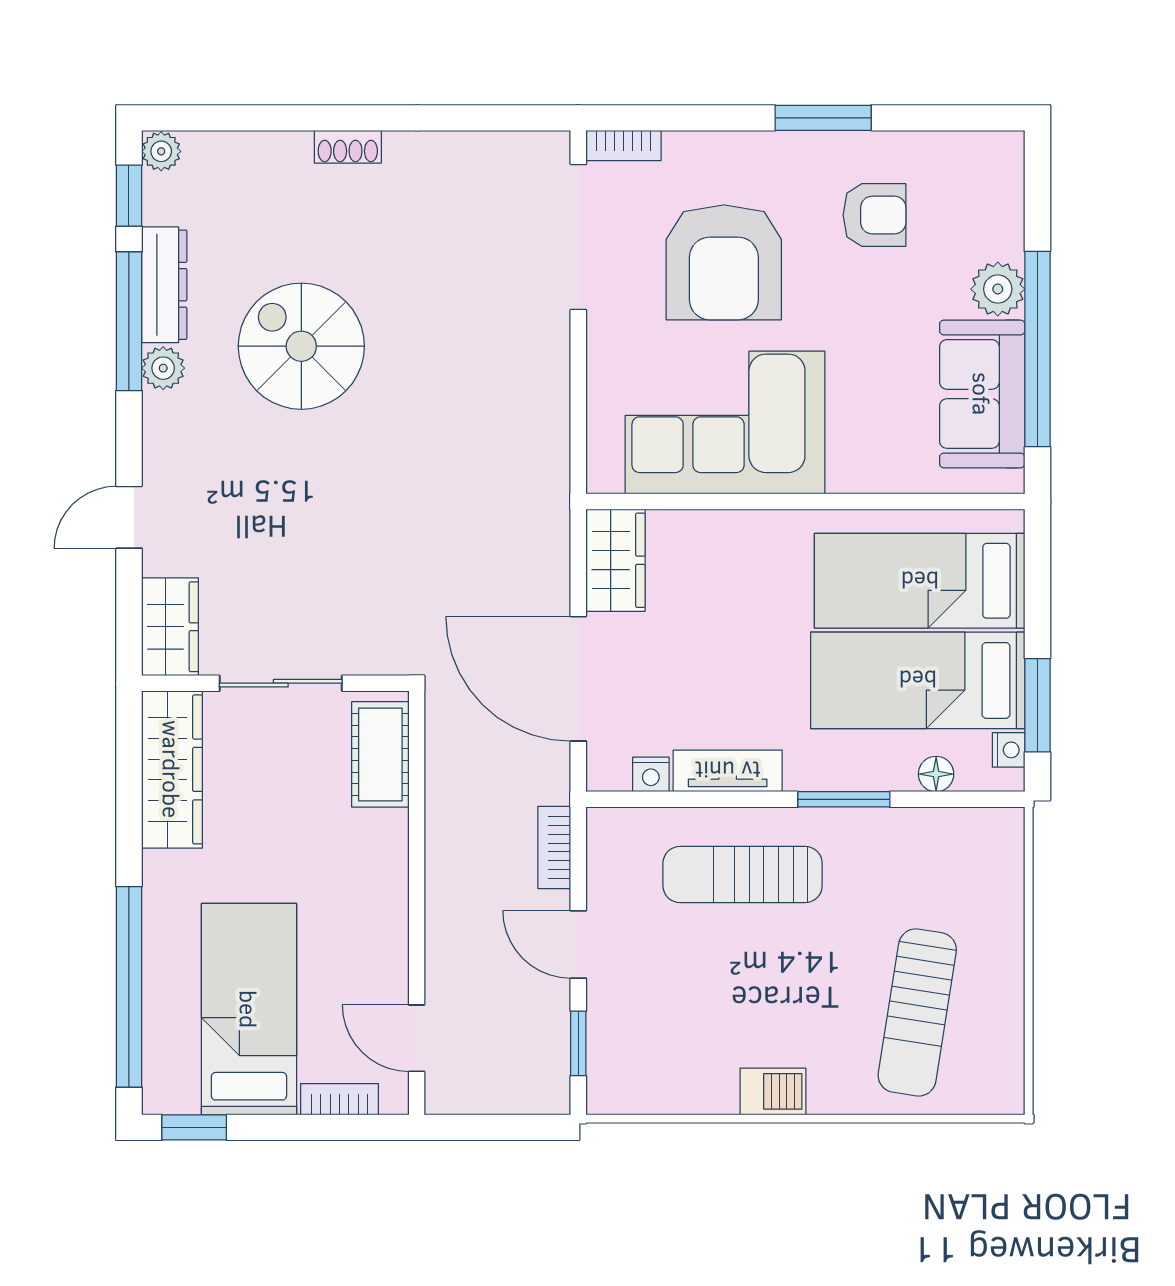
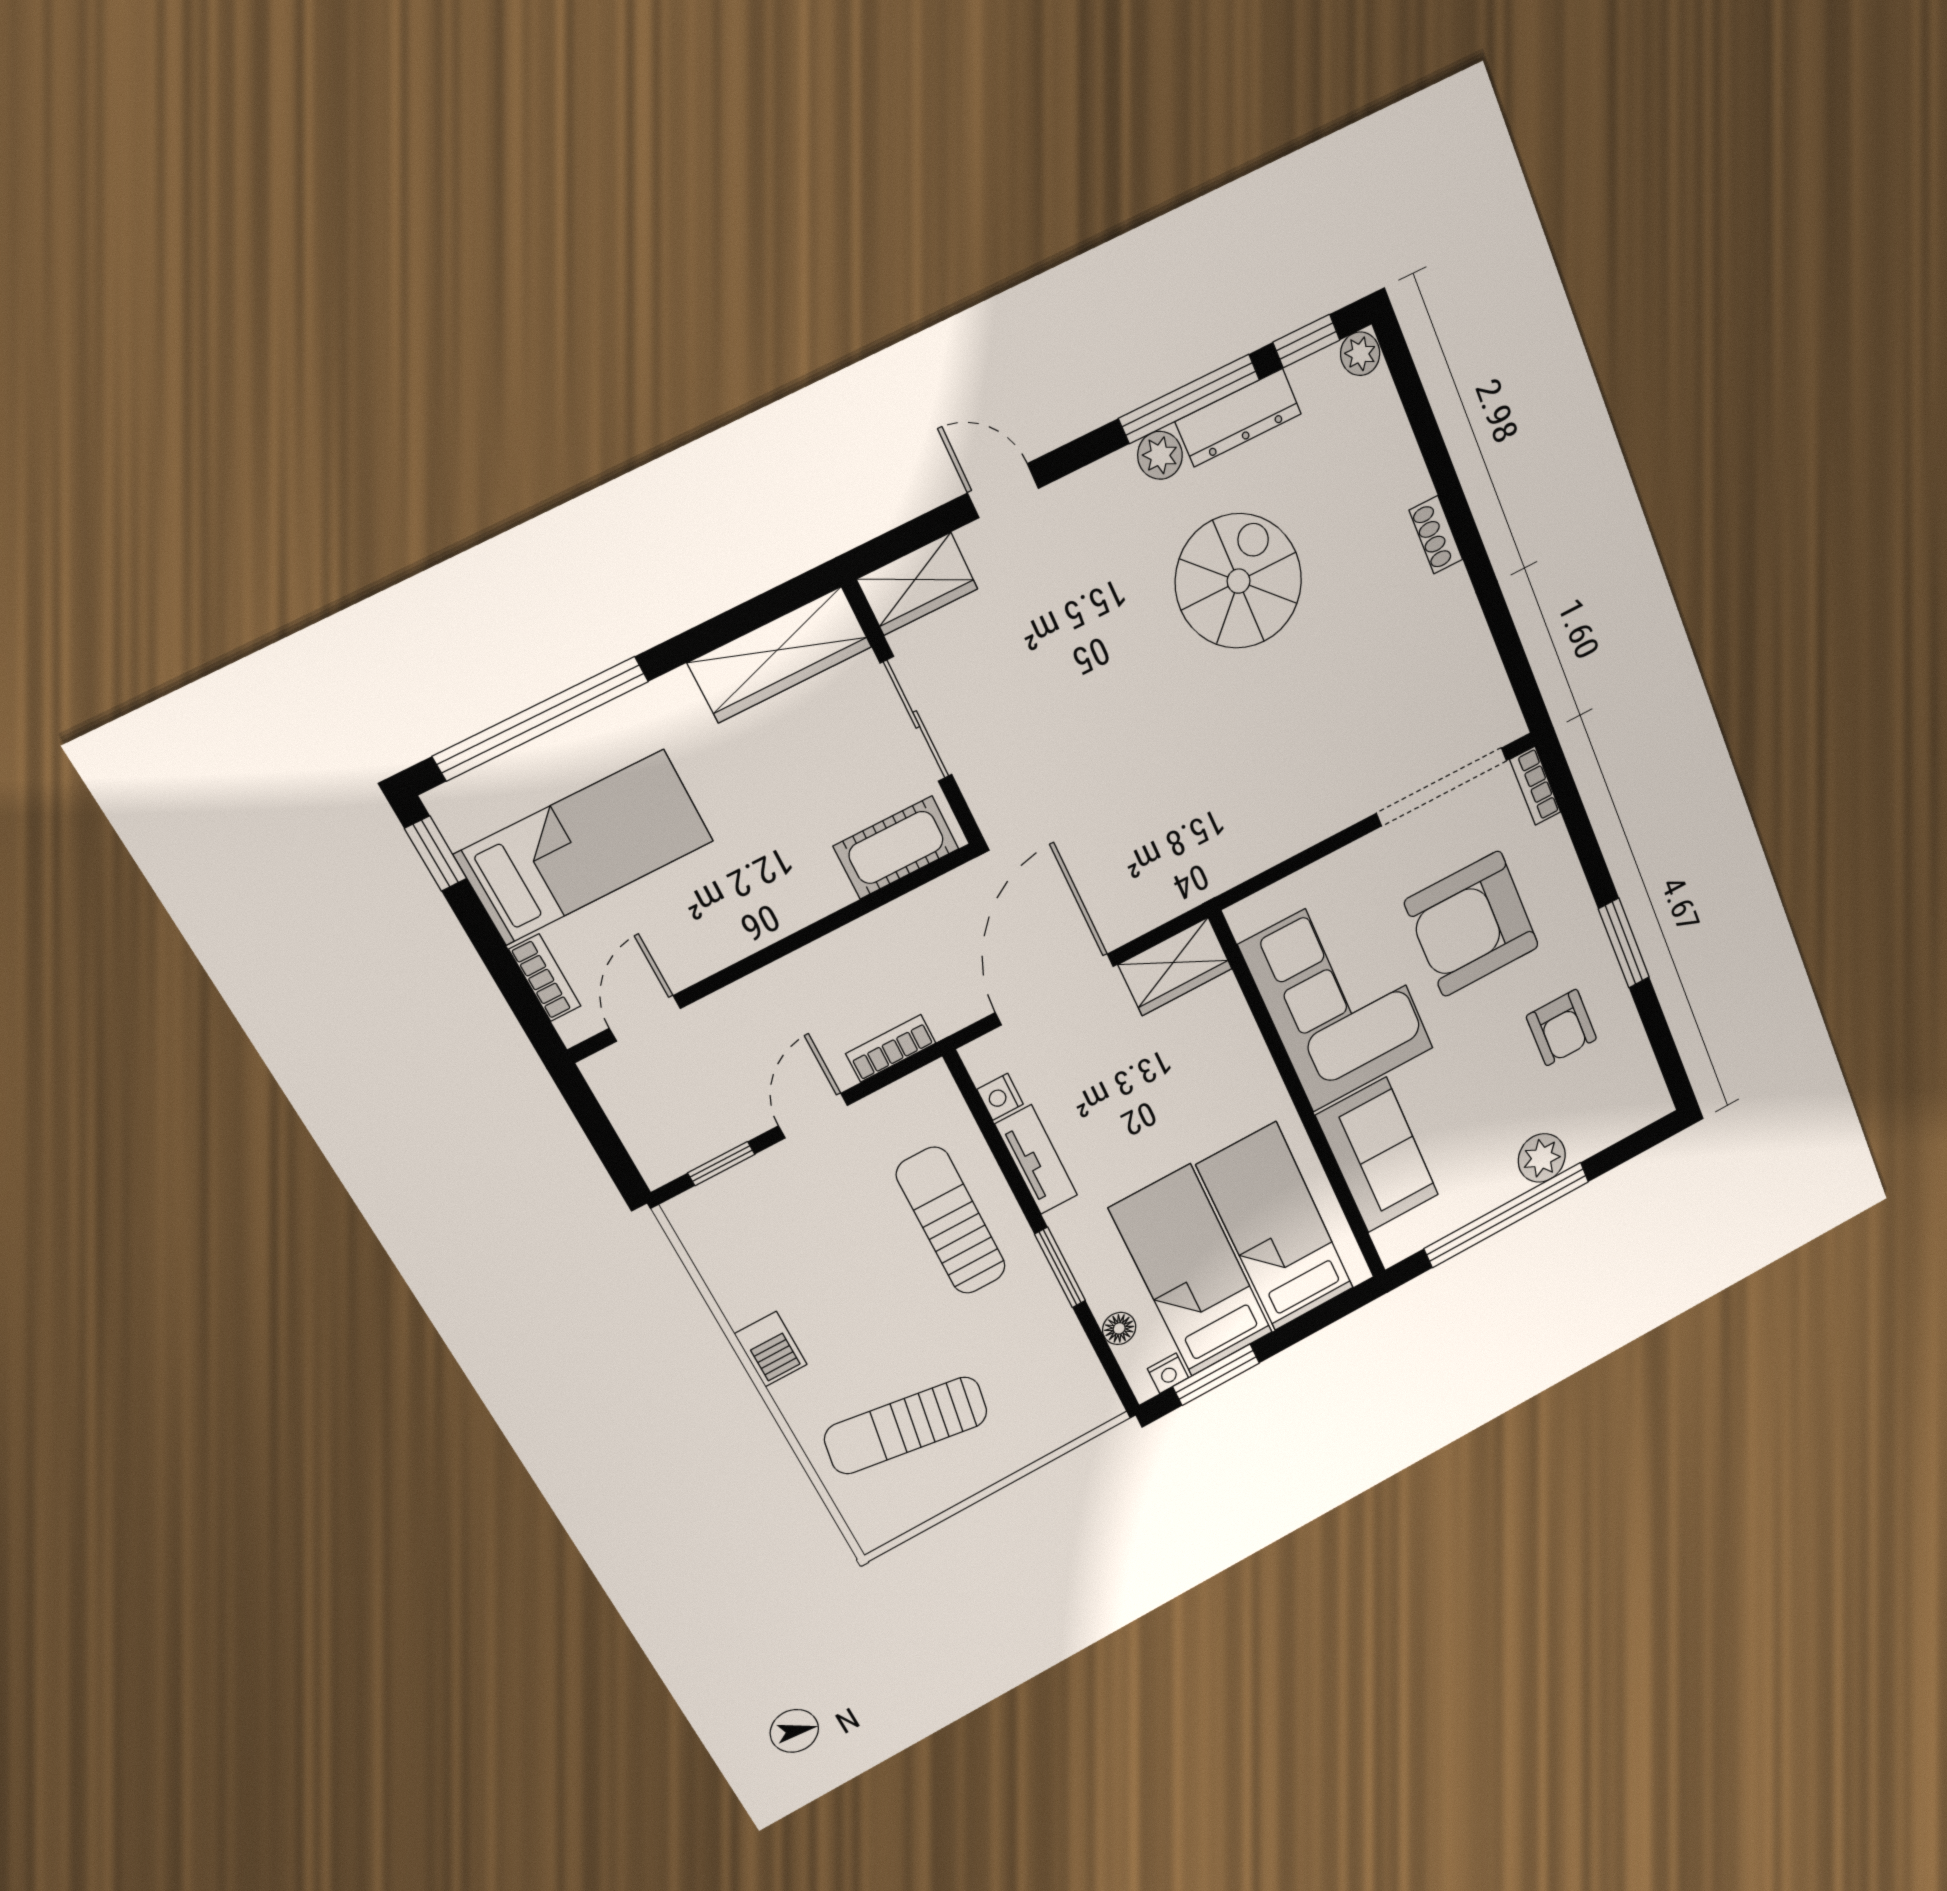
sofa: (982, 394) -> (1377, 1155), moved, turned 90

